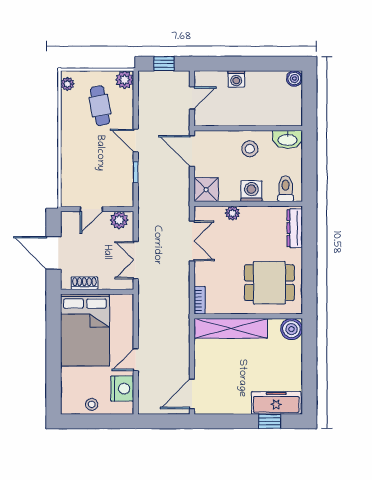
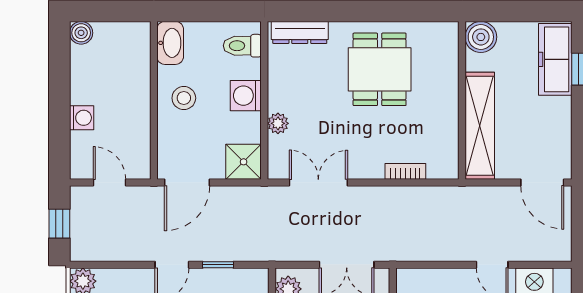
wall: (248, 316) -> (462, 100), moved
shelving: (231, 328) -> (480, 126), moved
boiler: (292, 329) -> (481, 37), moved

